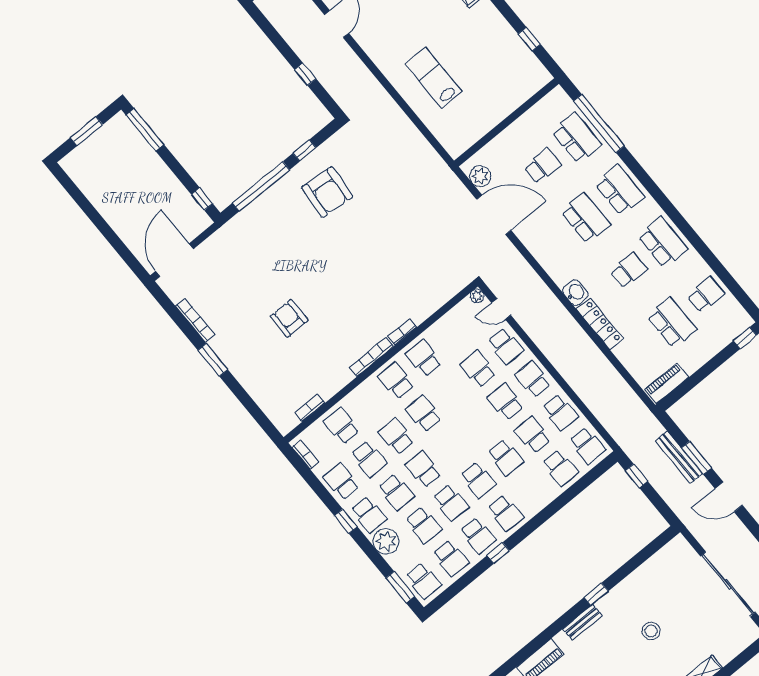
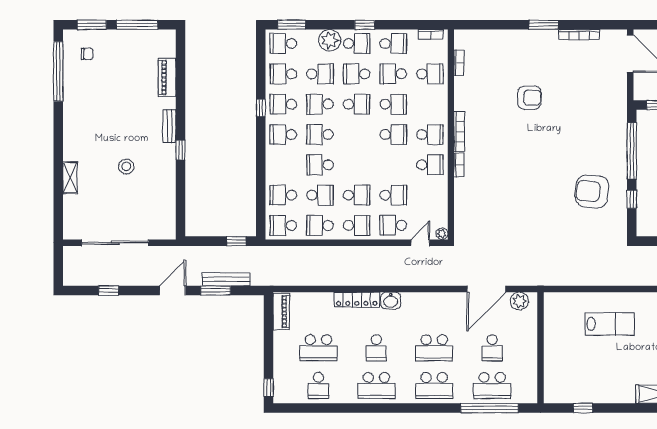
school desk: (369, 515) -> (357, 44), turned 180
school desk: (423, 525) -> (320, 74), turned 180

